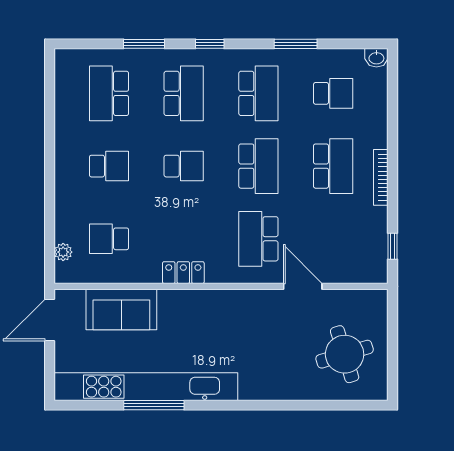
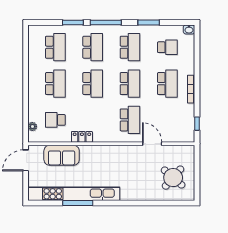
window: (210, 44) -> (106, 23), width x2.17
school desk: (109, 93) -> (55, 47), turned 180
school desk: (109, 166) -> (55, 84), width x1.85
school desk: (184, 166) -> (93, 84), width x1.85
school desk: (258, 239) -> (130, 120), turned 180
locker: (183, 273) -> (82, 137), moved
round table: (345, 354) -> (173, 178), turned -32

